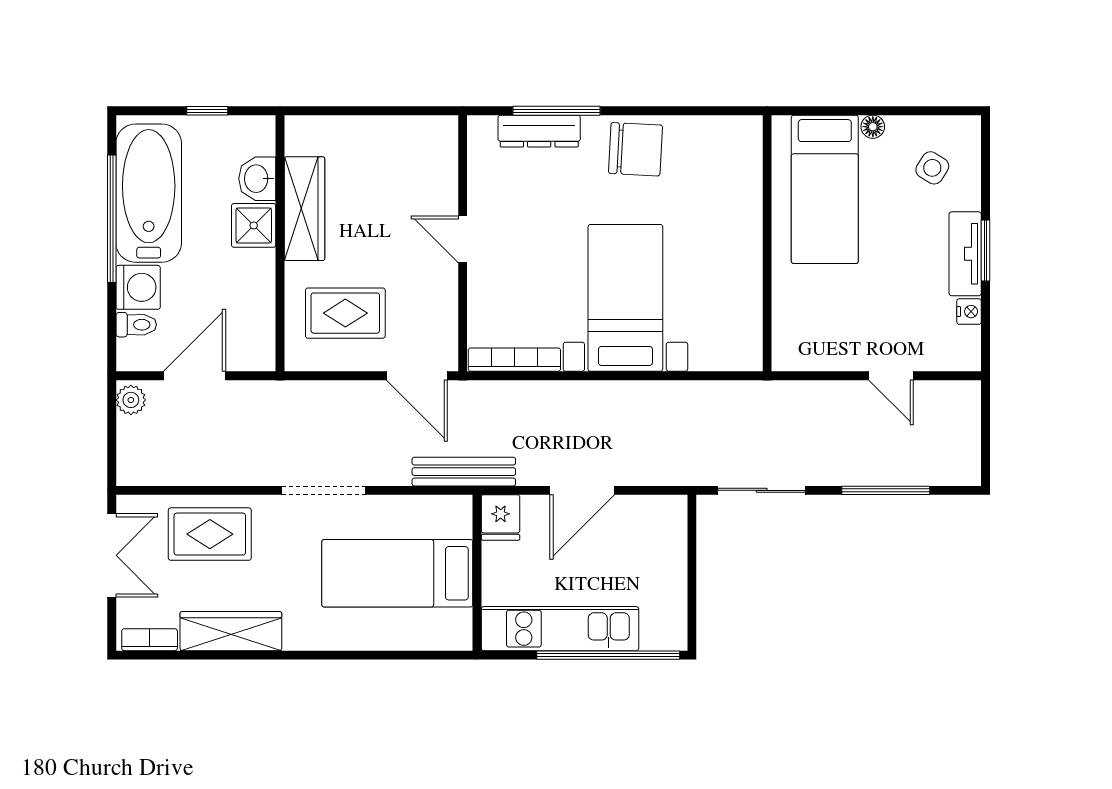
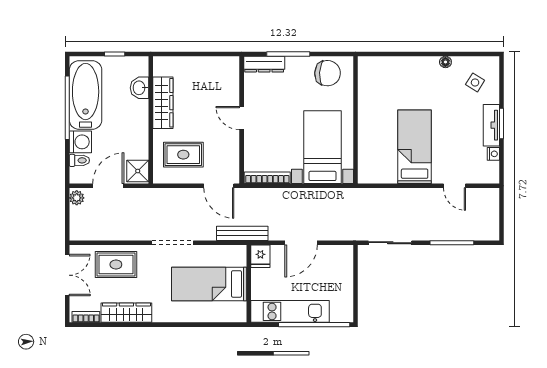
dresser: (539, 131) -> (264, 64), moved
bed: (825, 189) -> (415, 147), moved, turned 180
shower: (254, 225) -> (138, 171), moved
wall: (767, 243) -> (356, 120), moved

